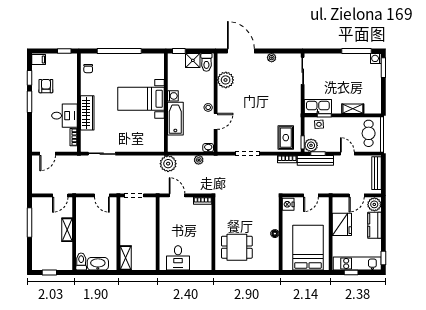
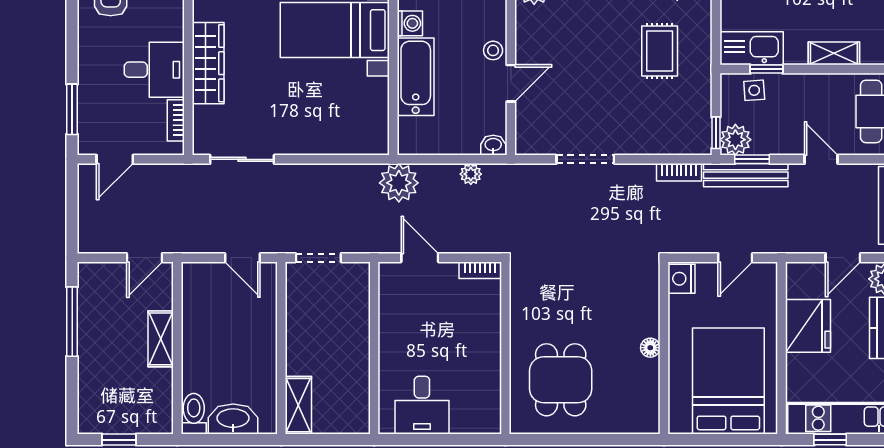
window: (30, 102) -> (72, 109), moved
rug: (286, 138) -> (660, 51), moved
dining table: (237, 247) -> (561, 380), turned 90

